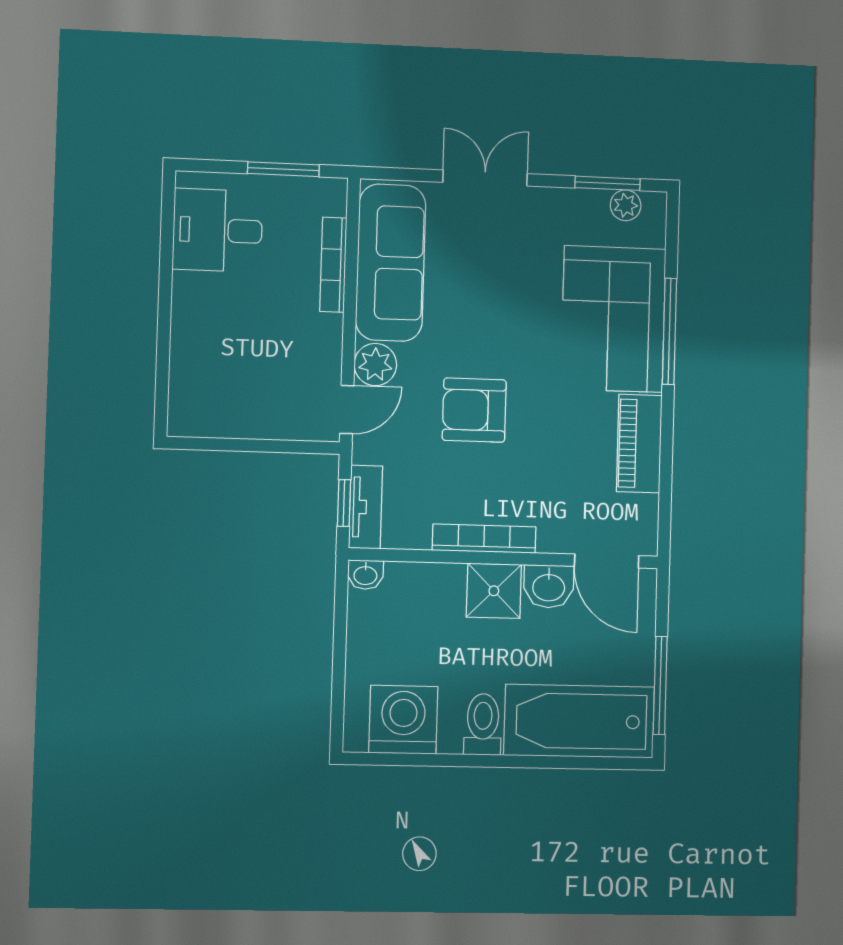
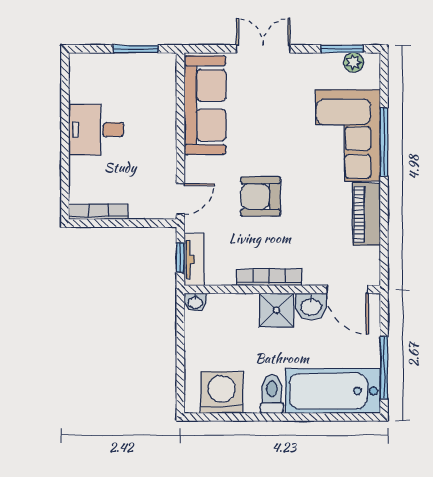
desk: (218, 230) -> (96, 130), moved
bookcase: (333, 265) -> (98, 212), moved, turned 90
plant: (375, 365) -> (197, 170), removed

